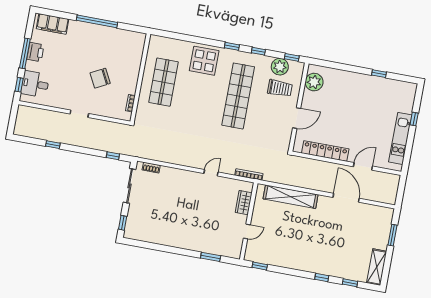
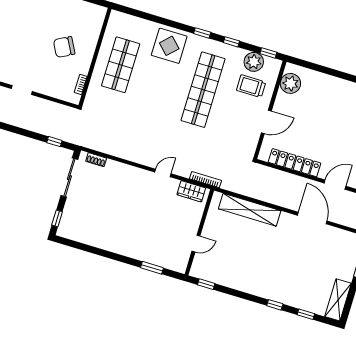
chair: (100, 78) -> (64, 47), moved
trolley: (280, 88) -> (251, 86), turned 180
wardrobe: (244, 203) -> (191, 191), moved, turned -90

